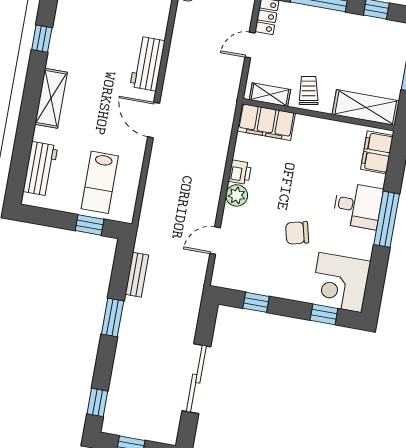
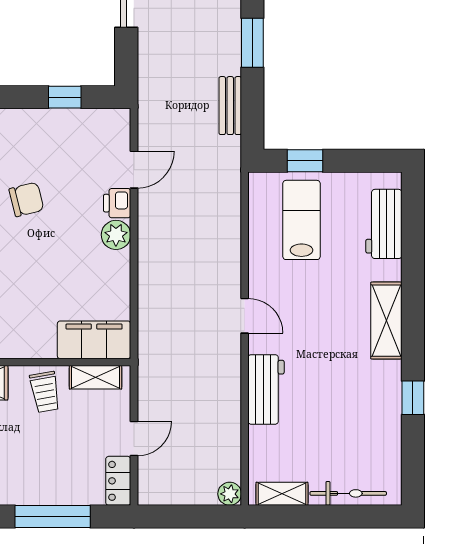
door: (154, 120) -> (245, 316), width x0.73
printer: (240, 172) -> (117, 203), moved

